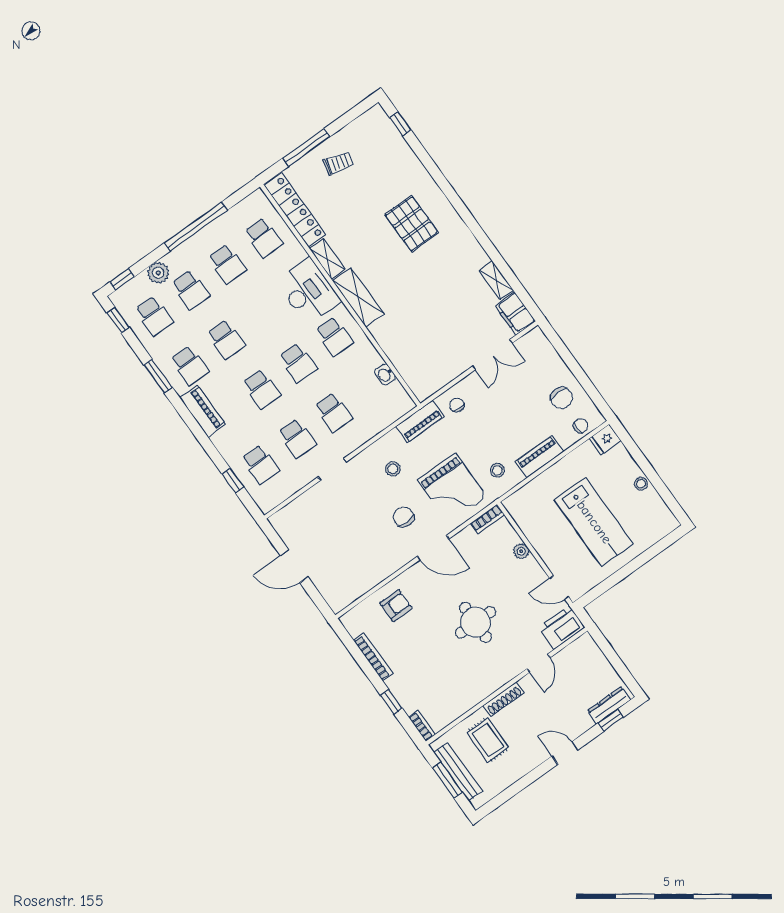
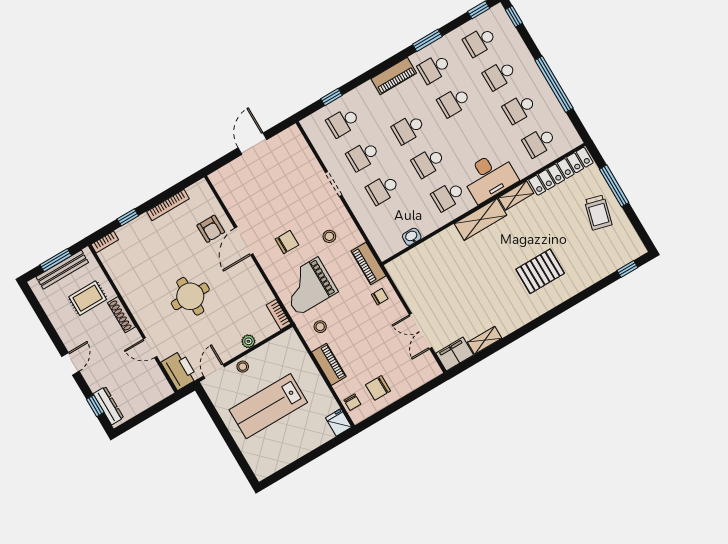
trolley: (338, 163) -> (598, 212), width x1.36, depth x1.39
plant: (158, 273) -> (517, 48), removed
stool: (641, 484) -> (243, 367), moved
door: (433, 548) -> (244, 241), moved

